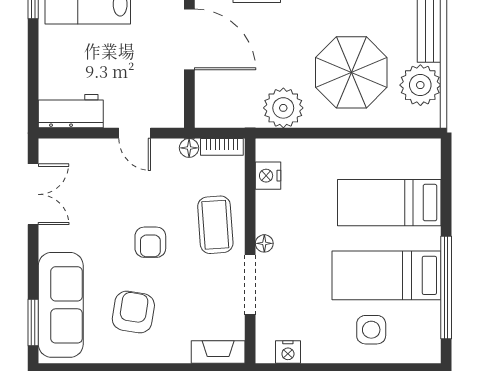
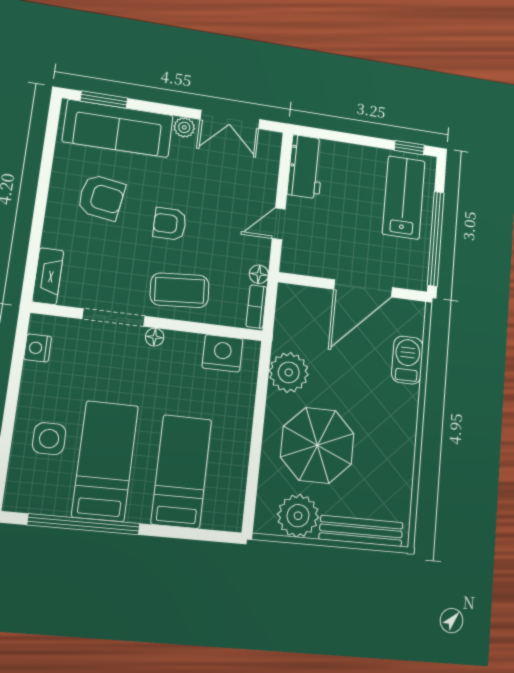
nightstand: (268, 176) -> (223, 353), width x1.36, depth x1.33
plant: (49, 240) -> (184, 127), added

